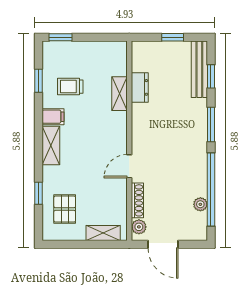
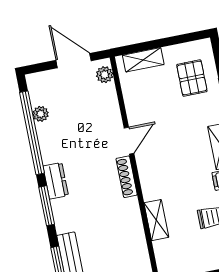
dresser: (140, 87) -> (56, 181), moved, turned 180
shoe rack: (137, 200) -> (127, 177), moved

